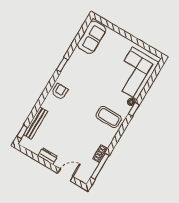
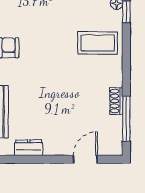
dresser: (48, 156) -> (29, 148), moved

